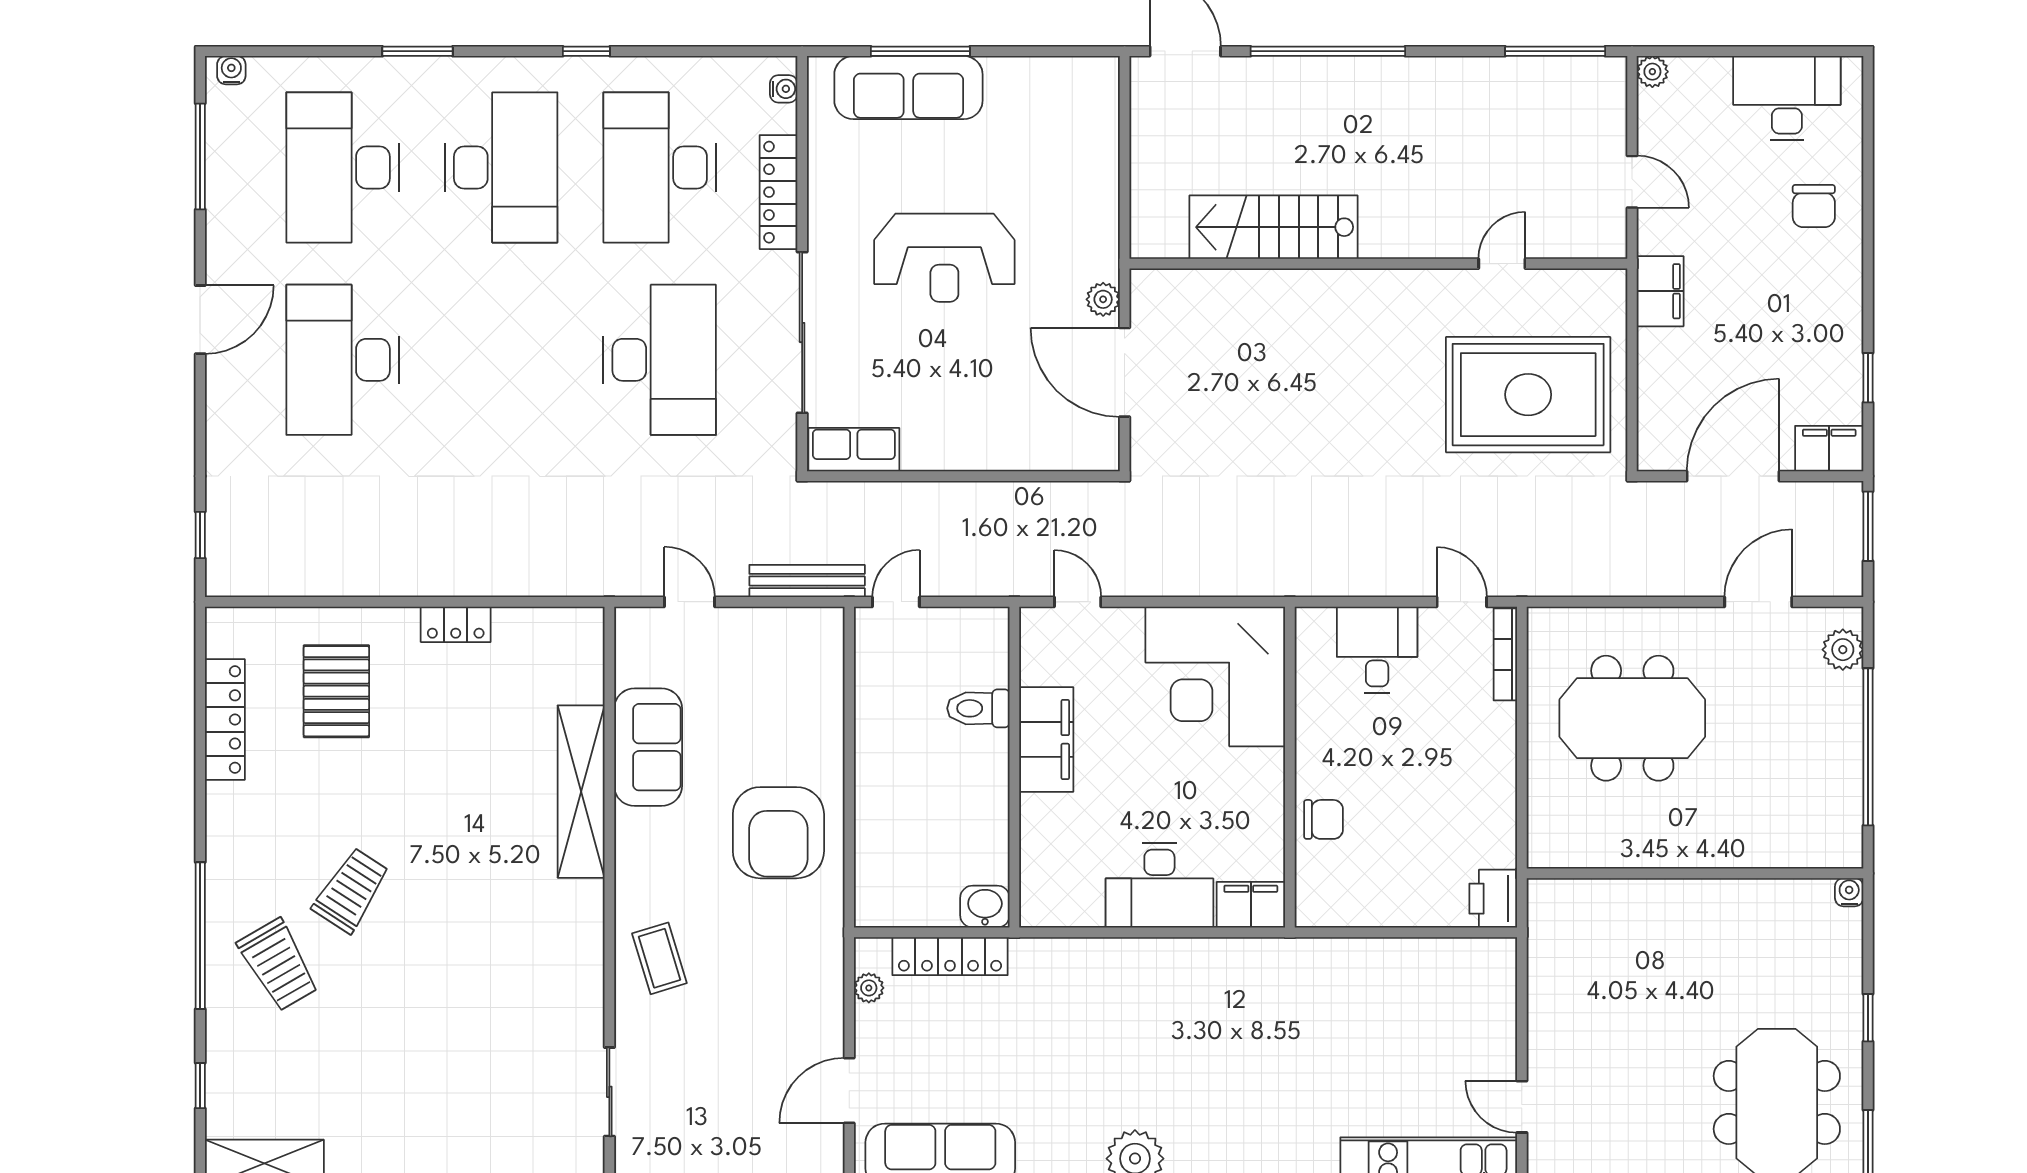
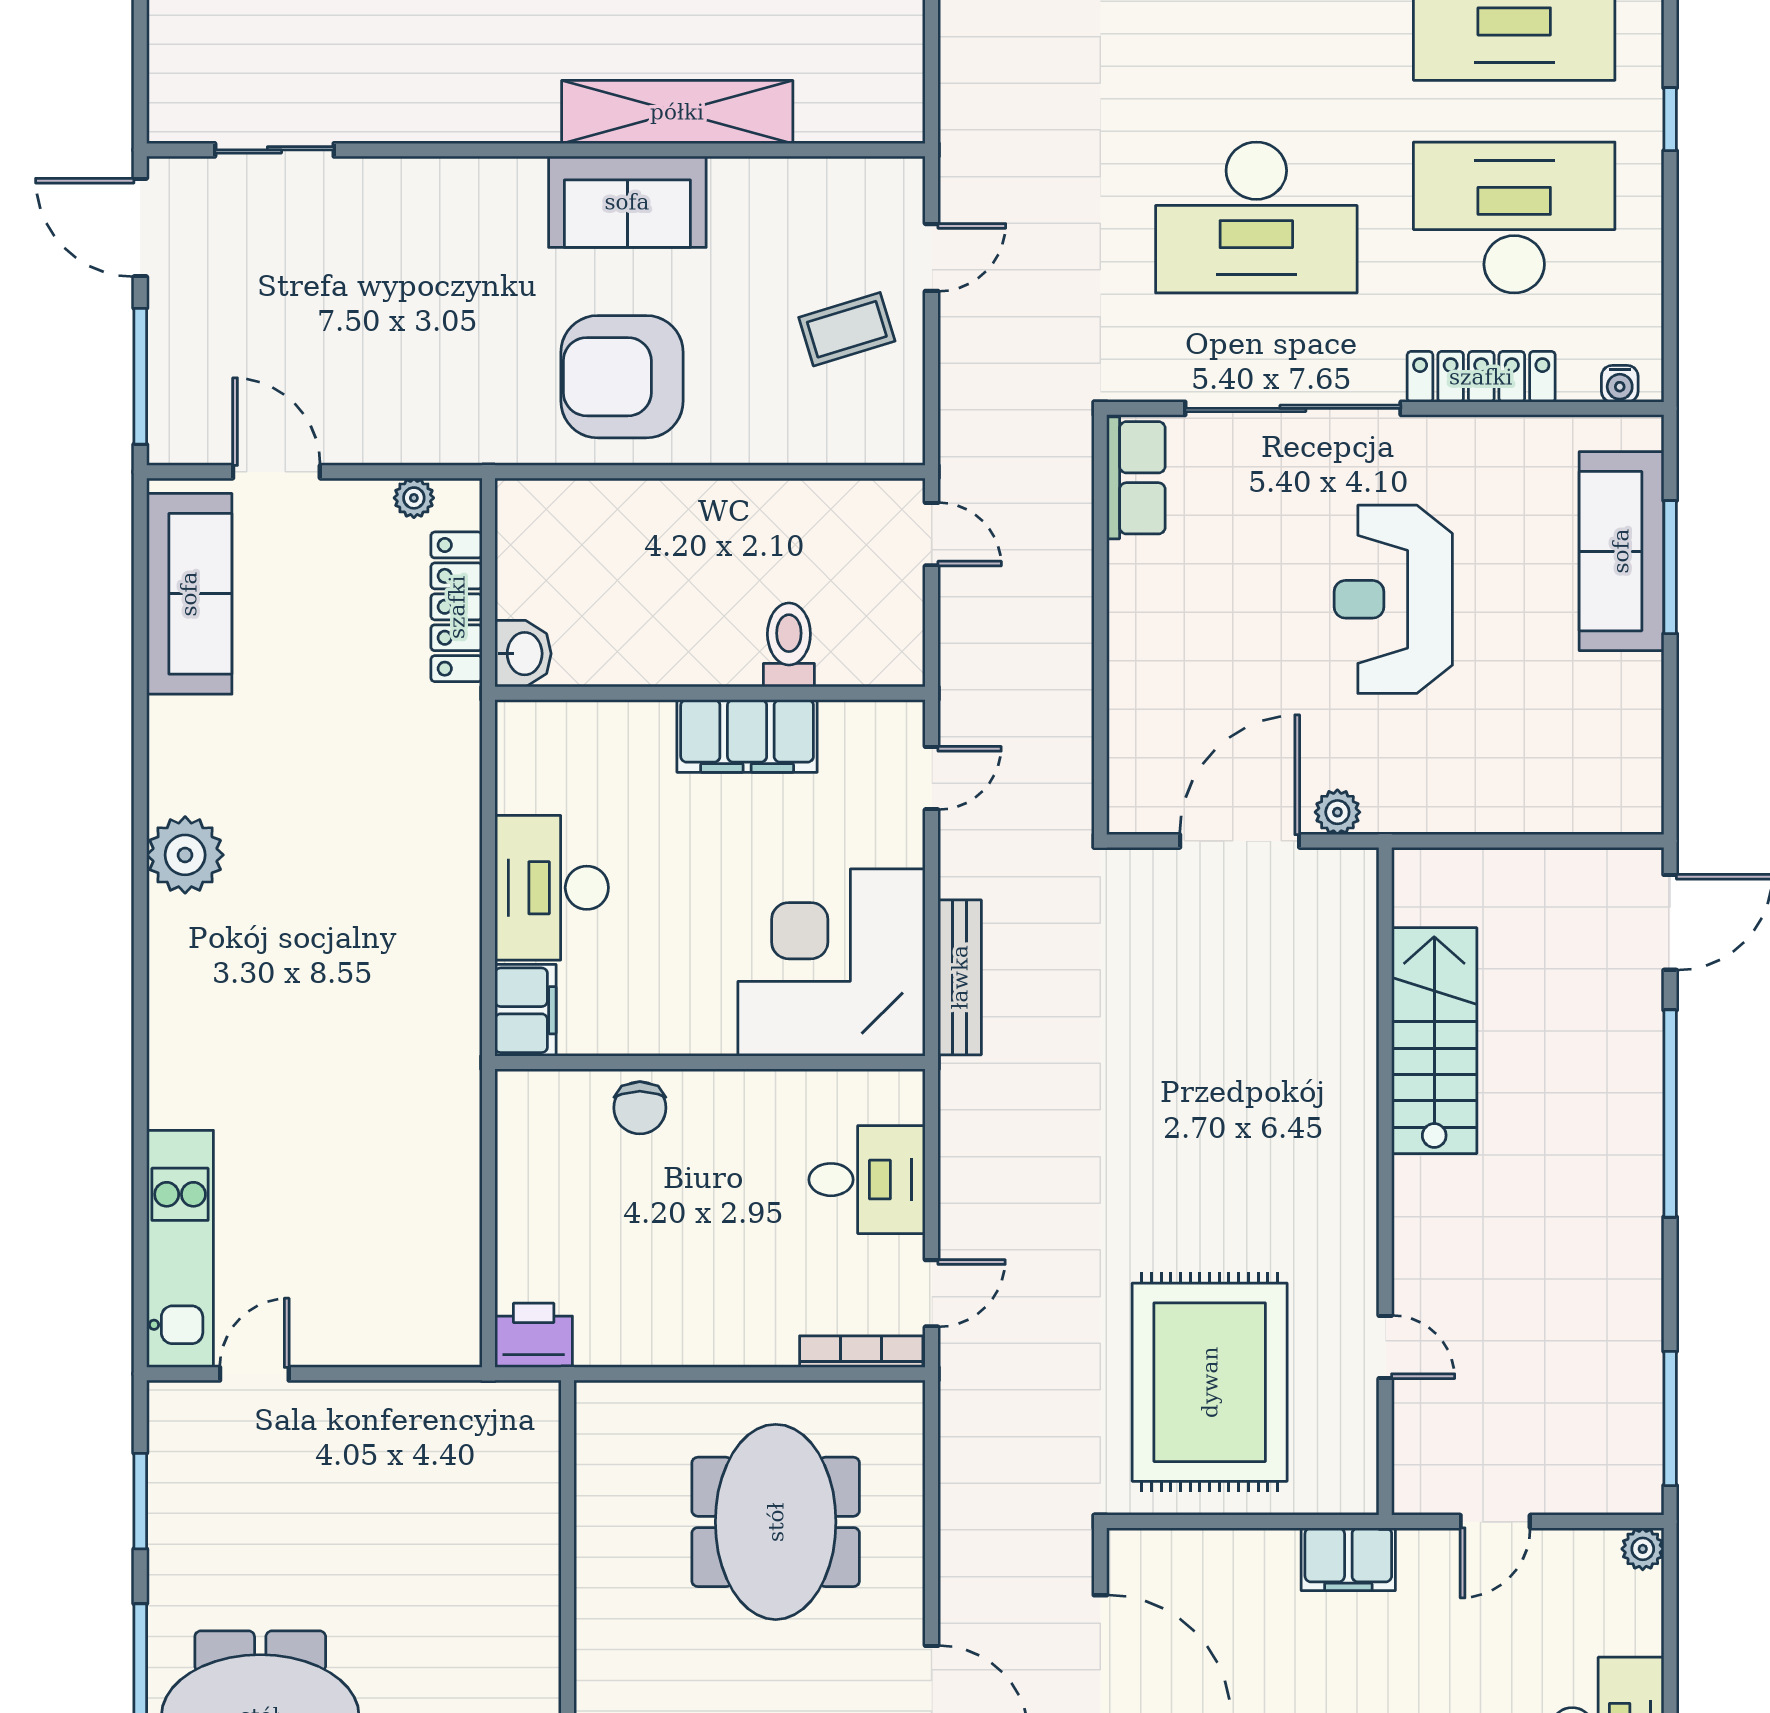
bench: (807, 581) -> (960, 977), moved
sofa: (648, 747) -> (627, 202), moved
coffee table: (659, 958) -> (847, 329), moved

